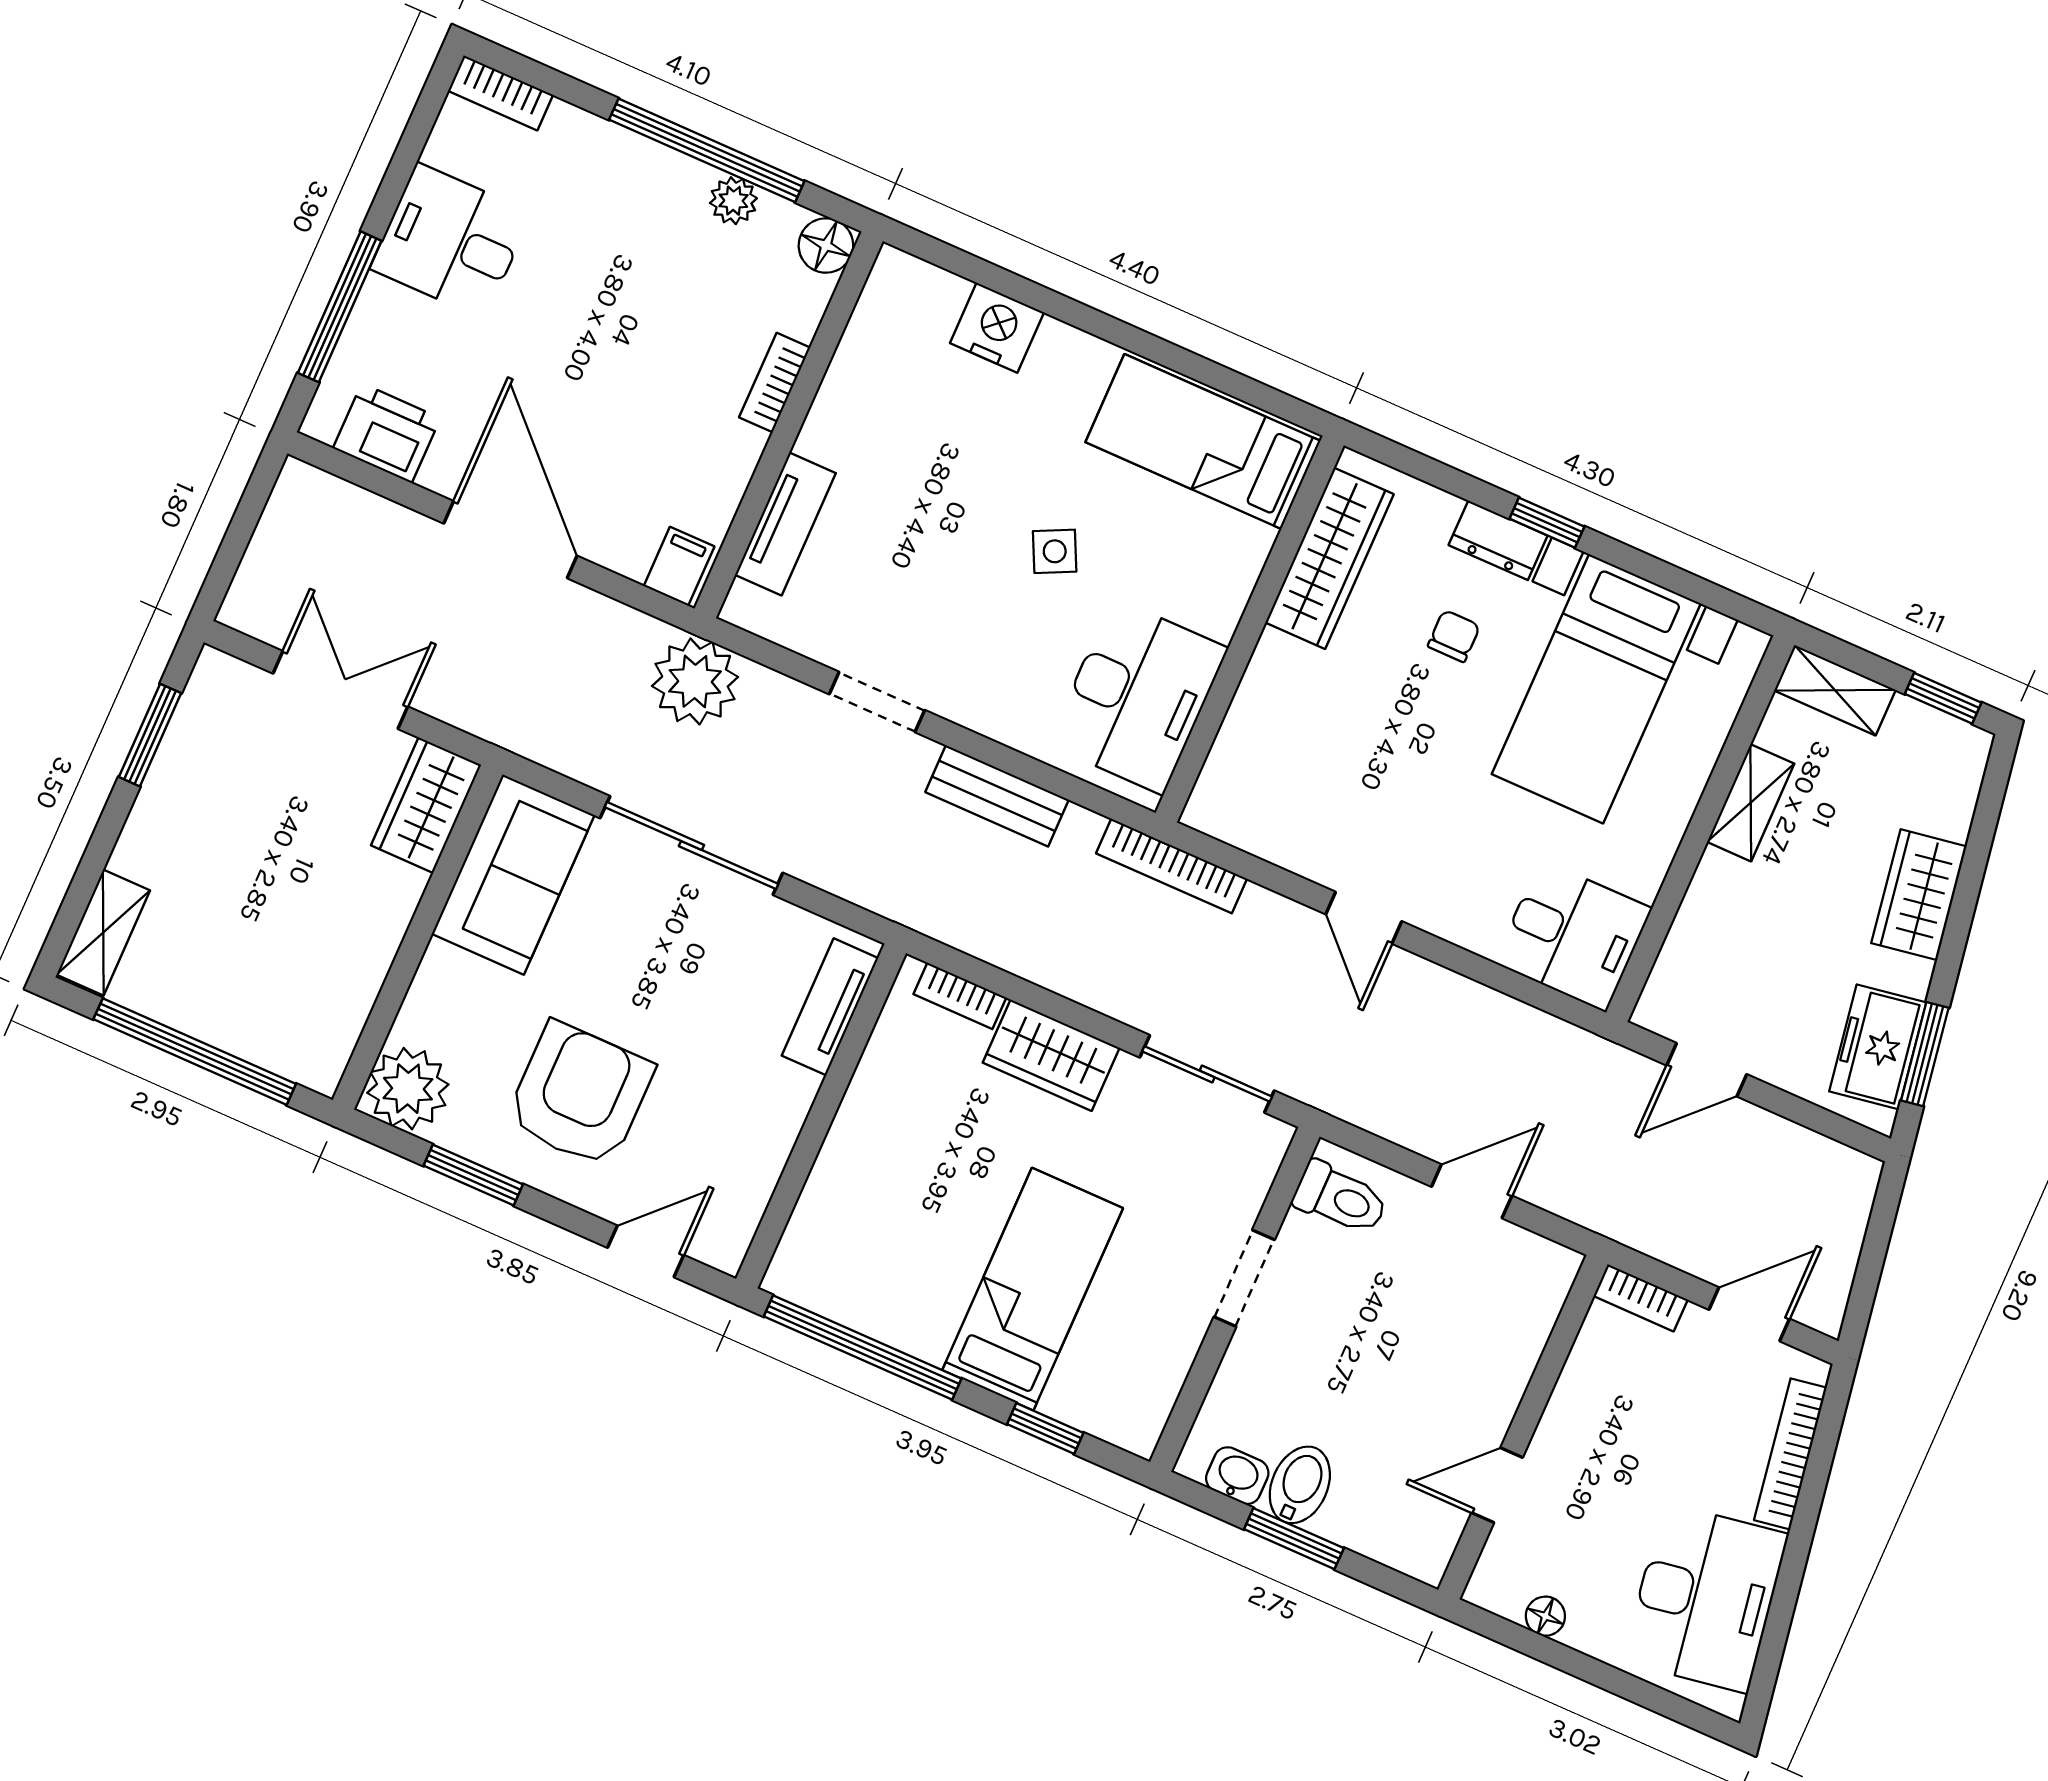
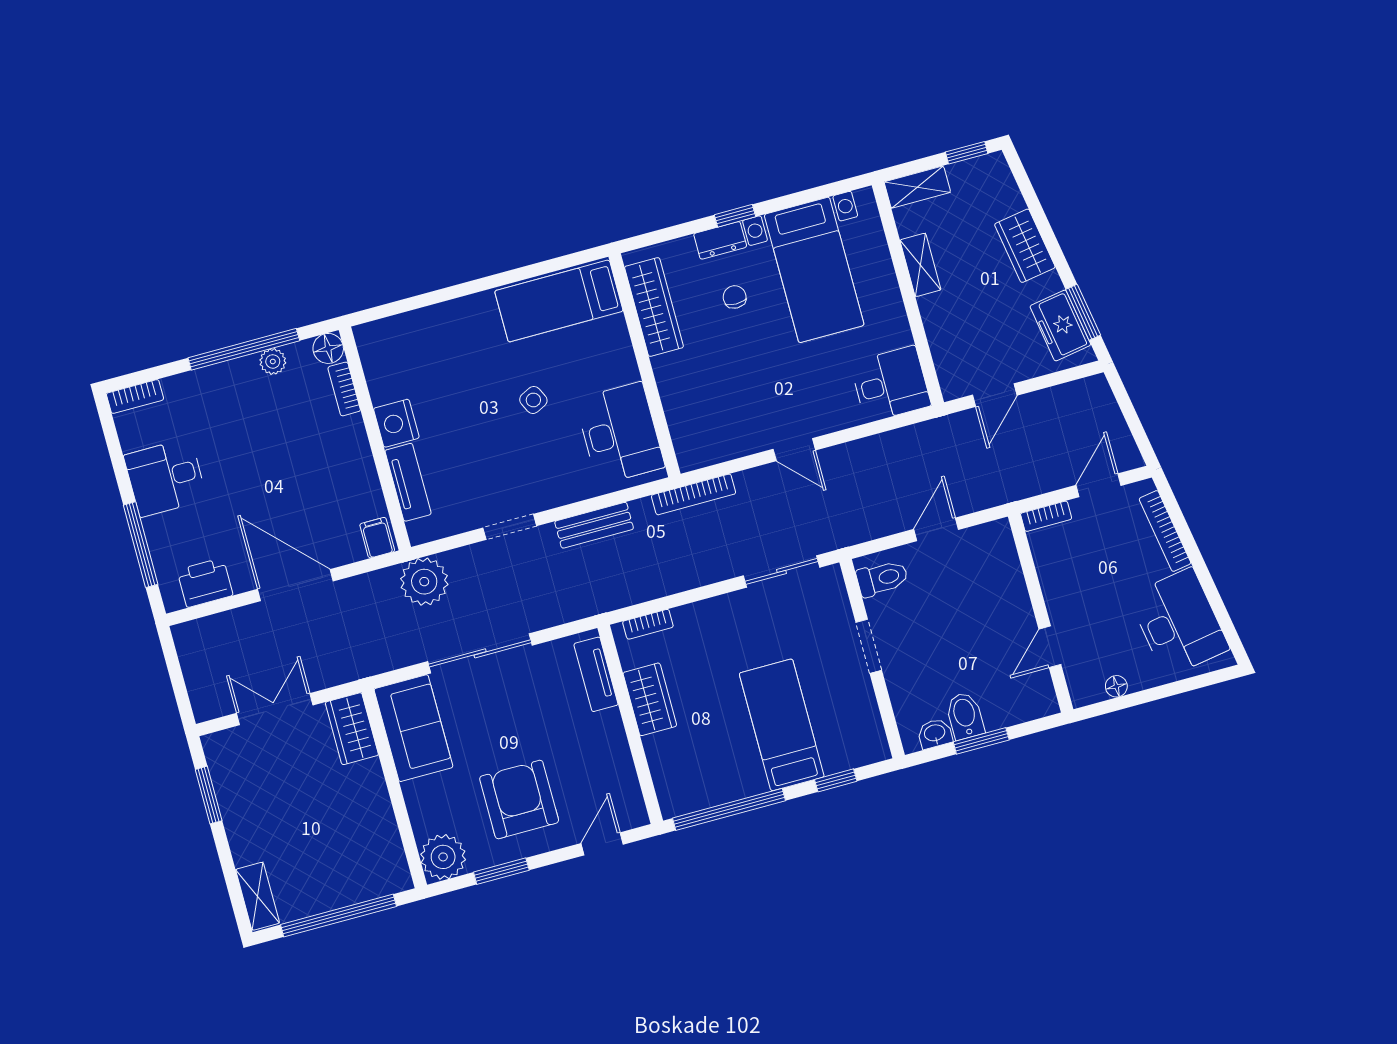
nightstand: (997, 328) -> (396, 423), moved, turned -90
bookcase: (775, 383) -> (344, 389), moved
wardrobe: (1051, 1055) -> (650, 699), moved, turned -90

